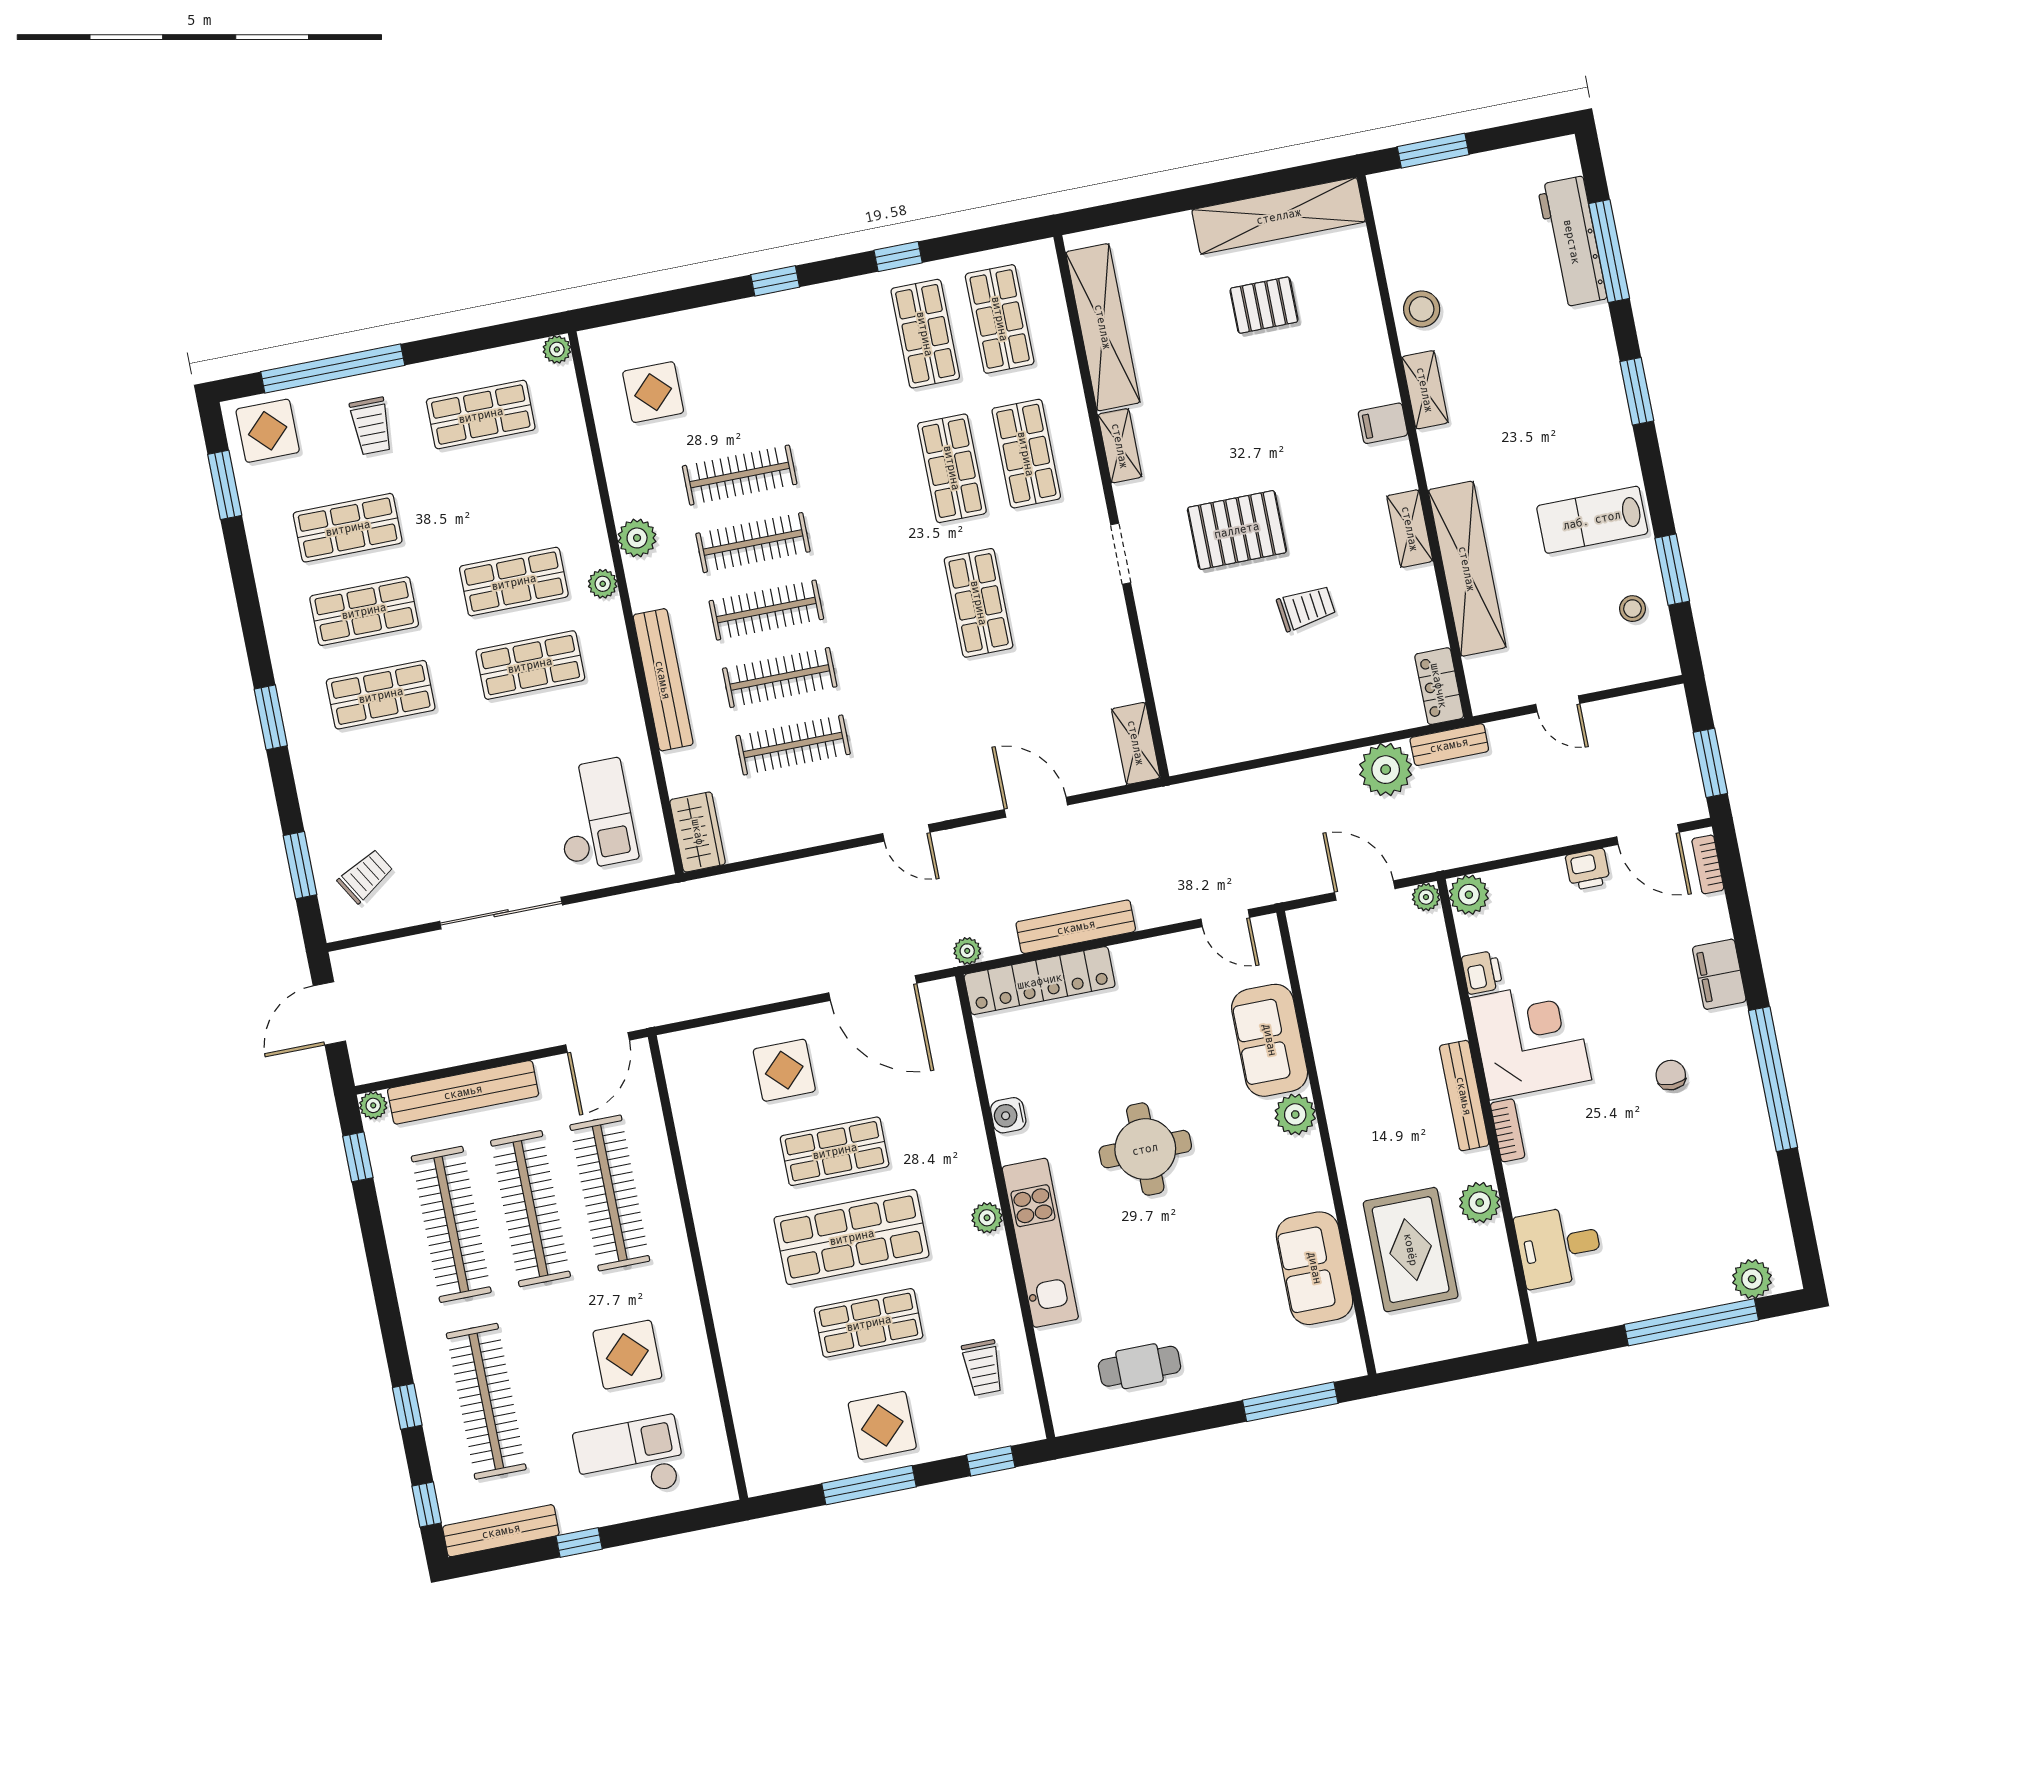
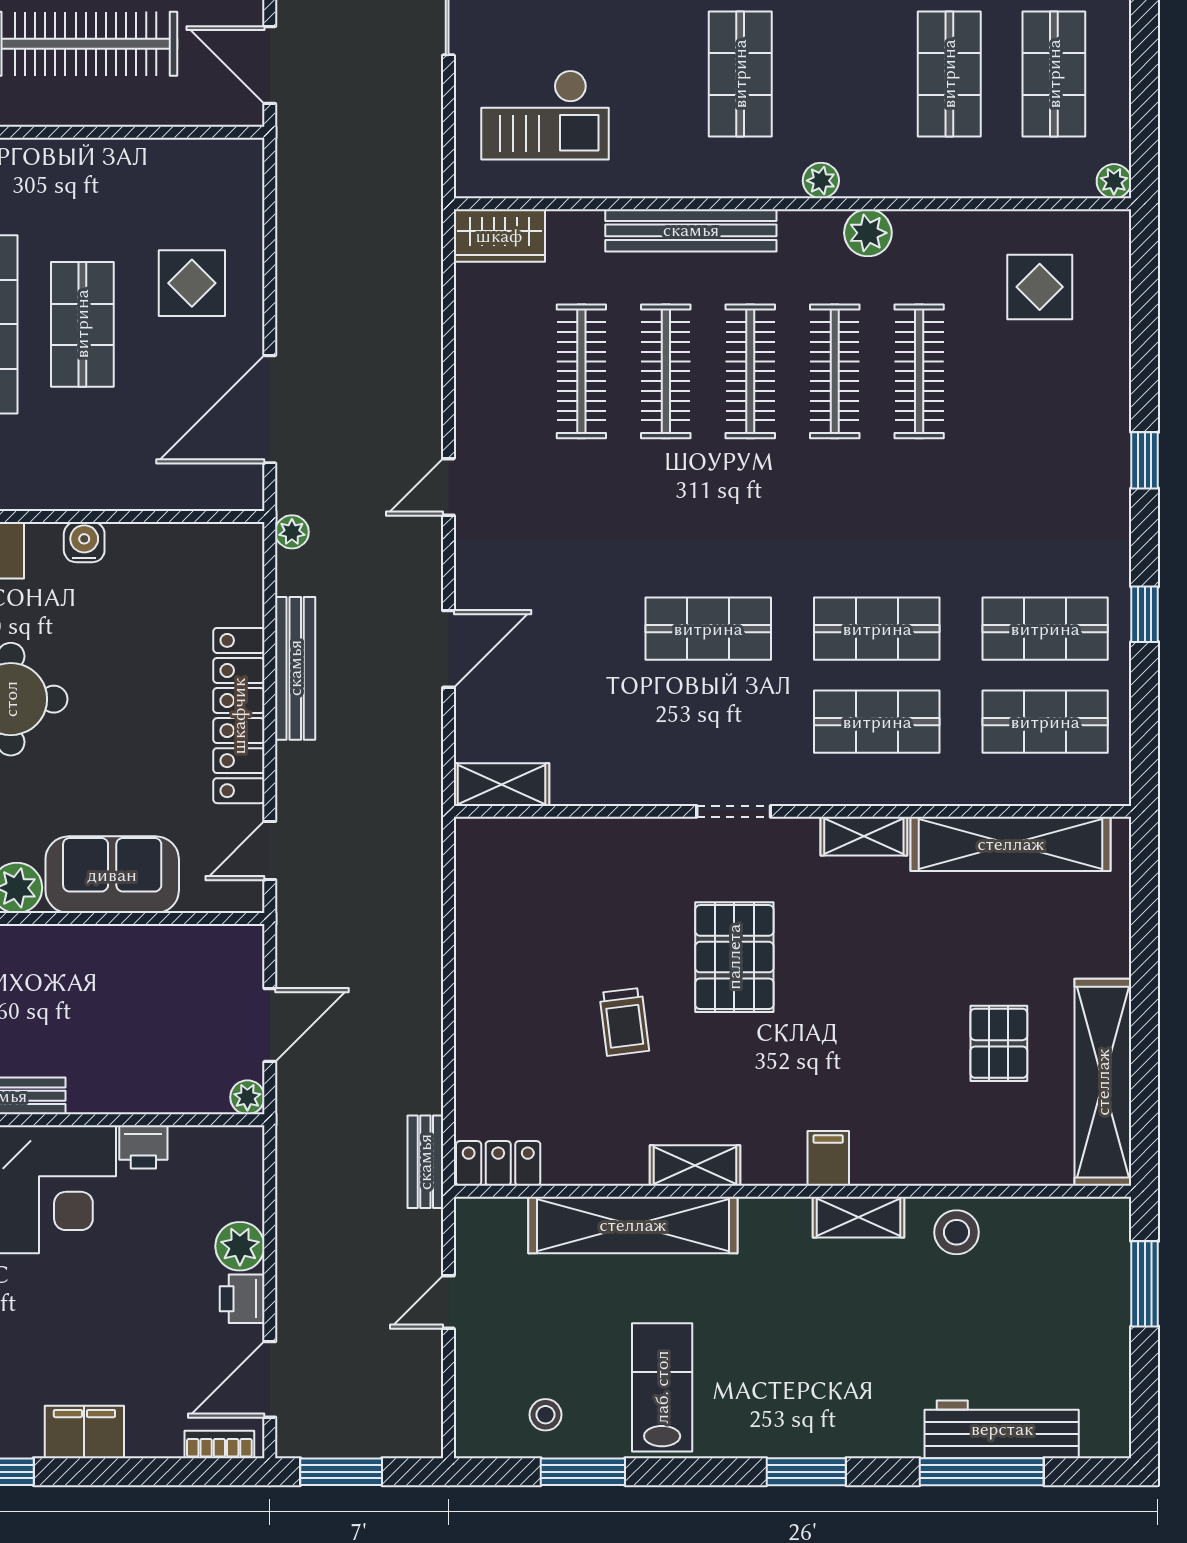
shop shelf: (514, 582) -> (949, 74), moved
plant: (1386, 770) -> (410, 1079), removed
plant: (1469, 895) -> (240, 1246), moved
locker: (1040, 981) -> (239, 716), moved

